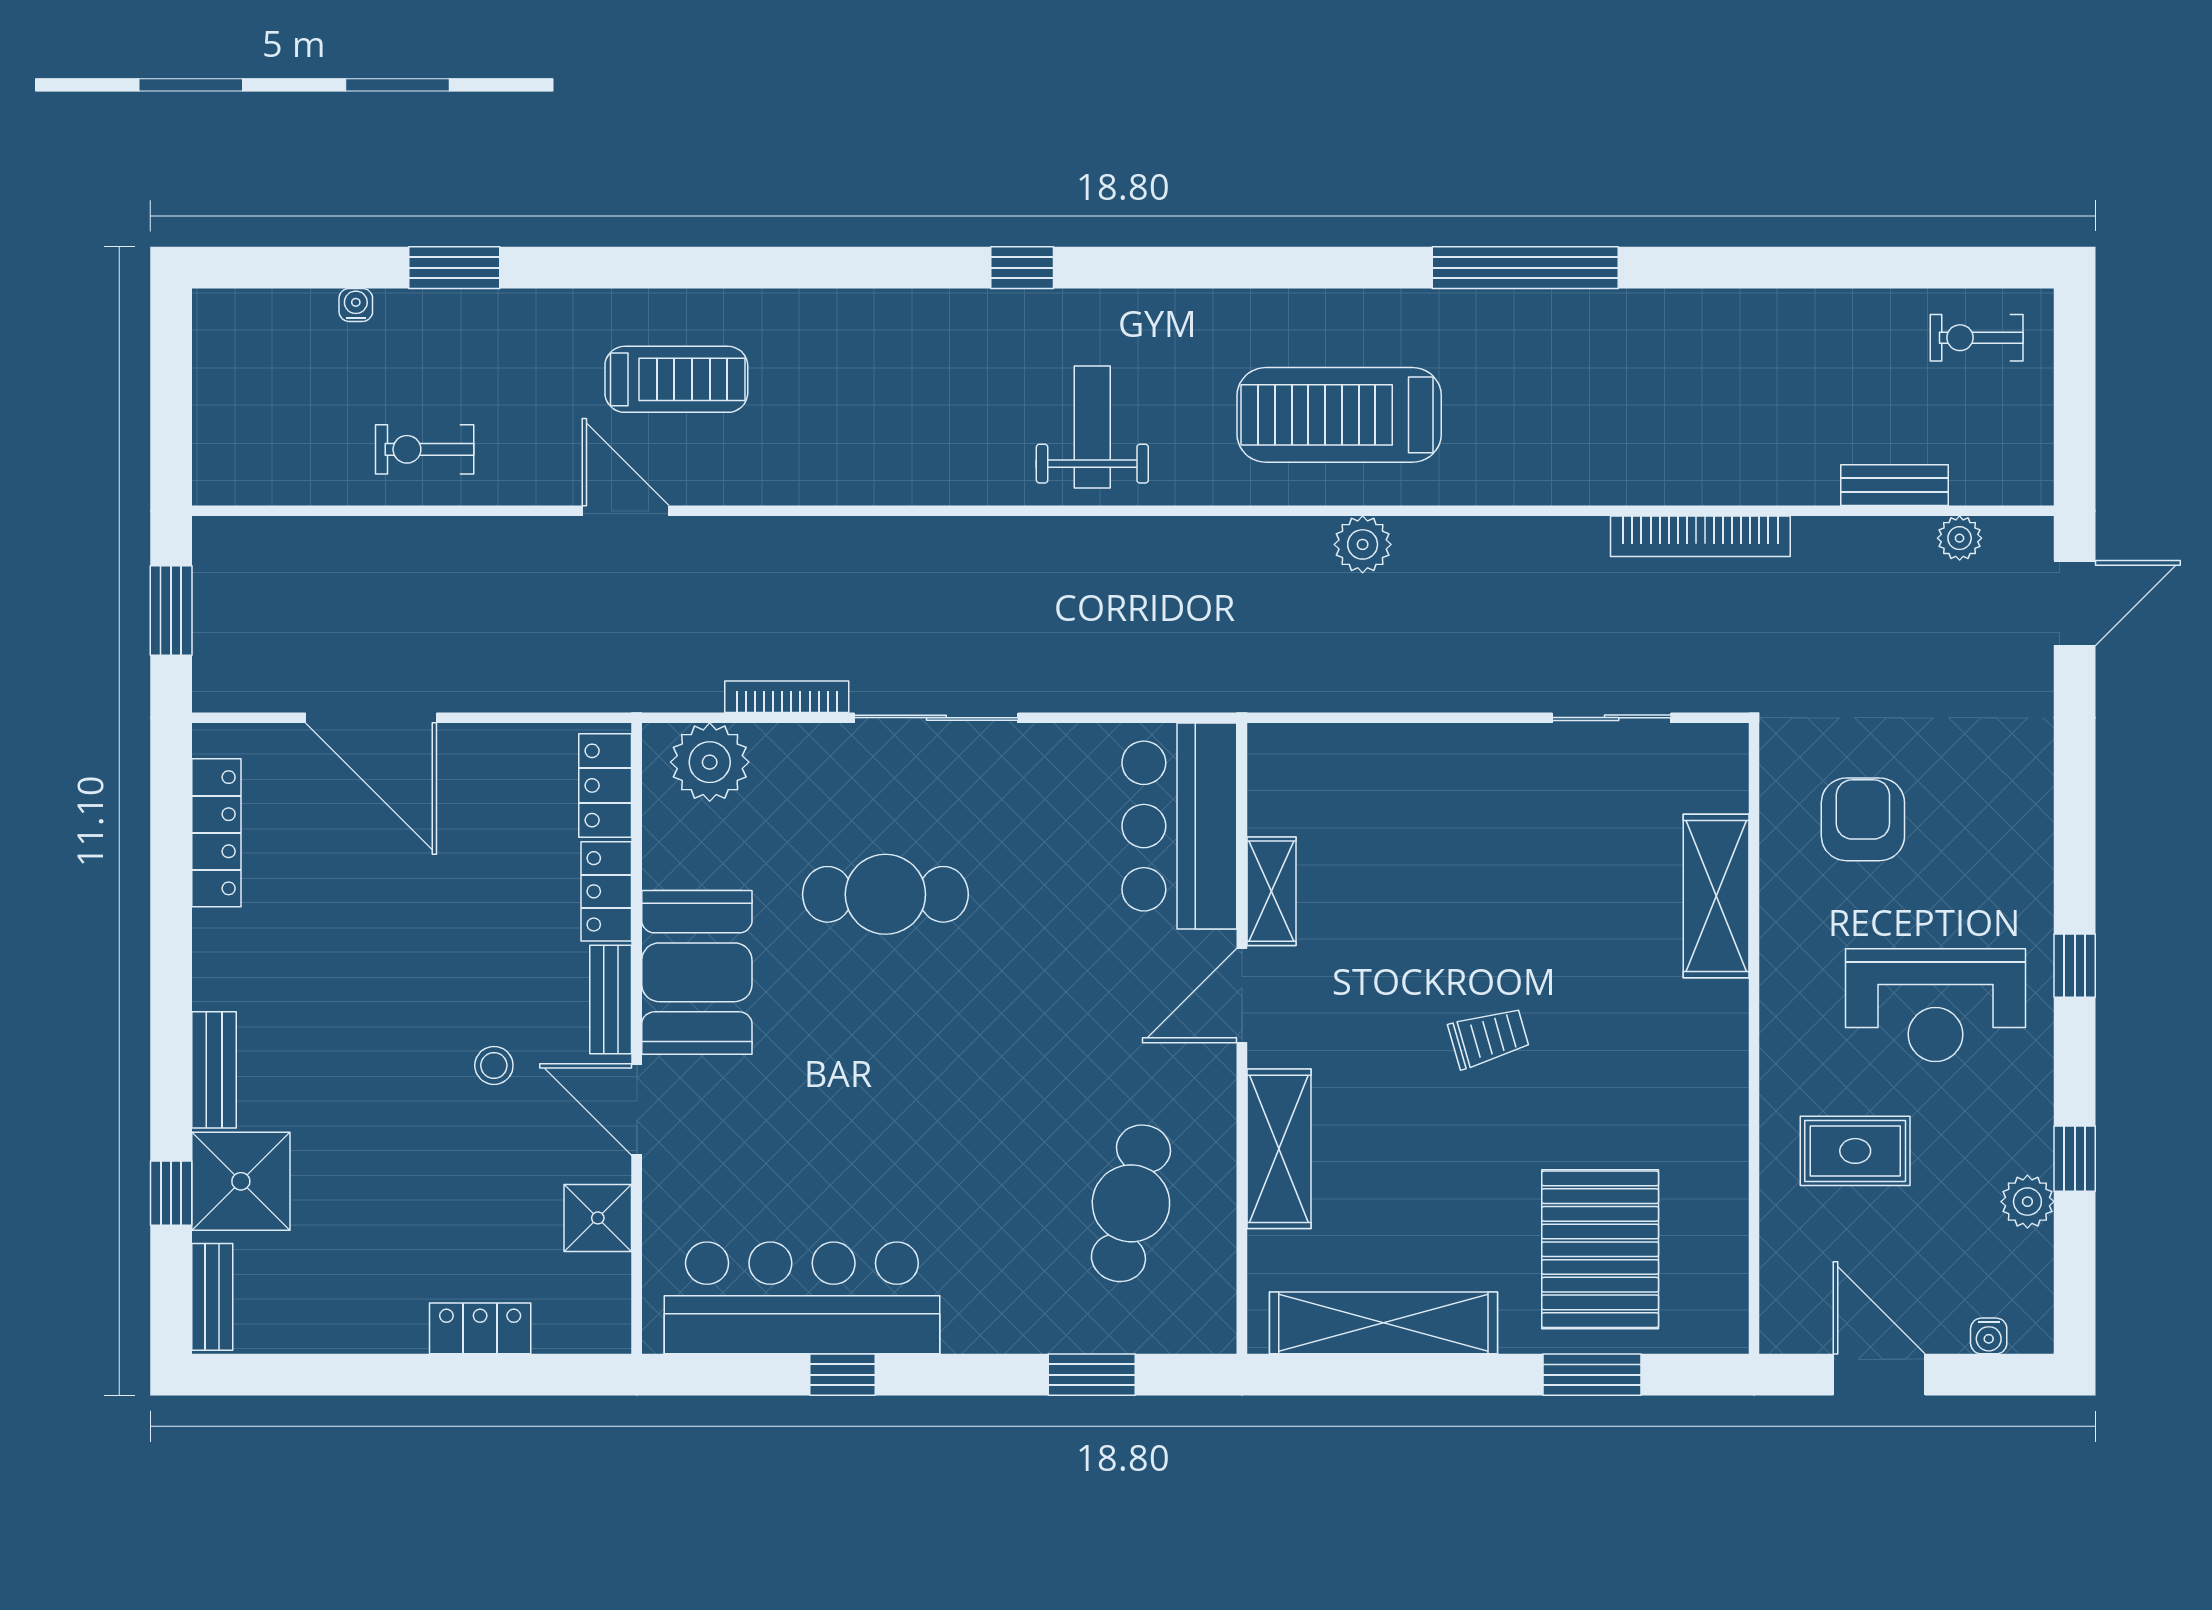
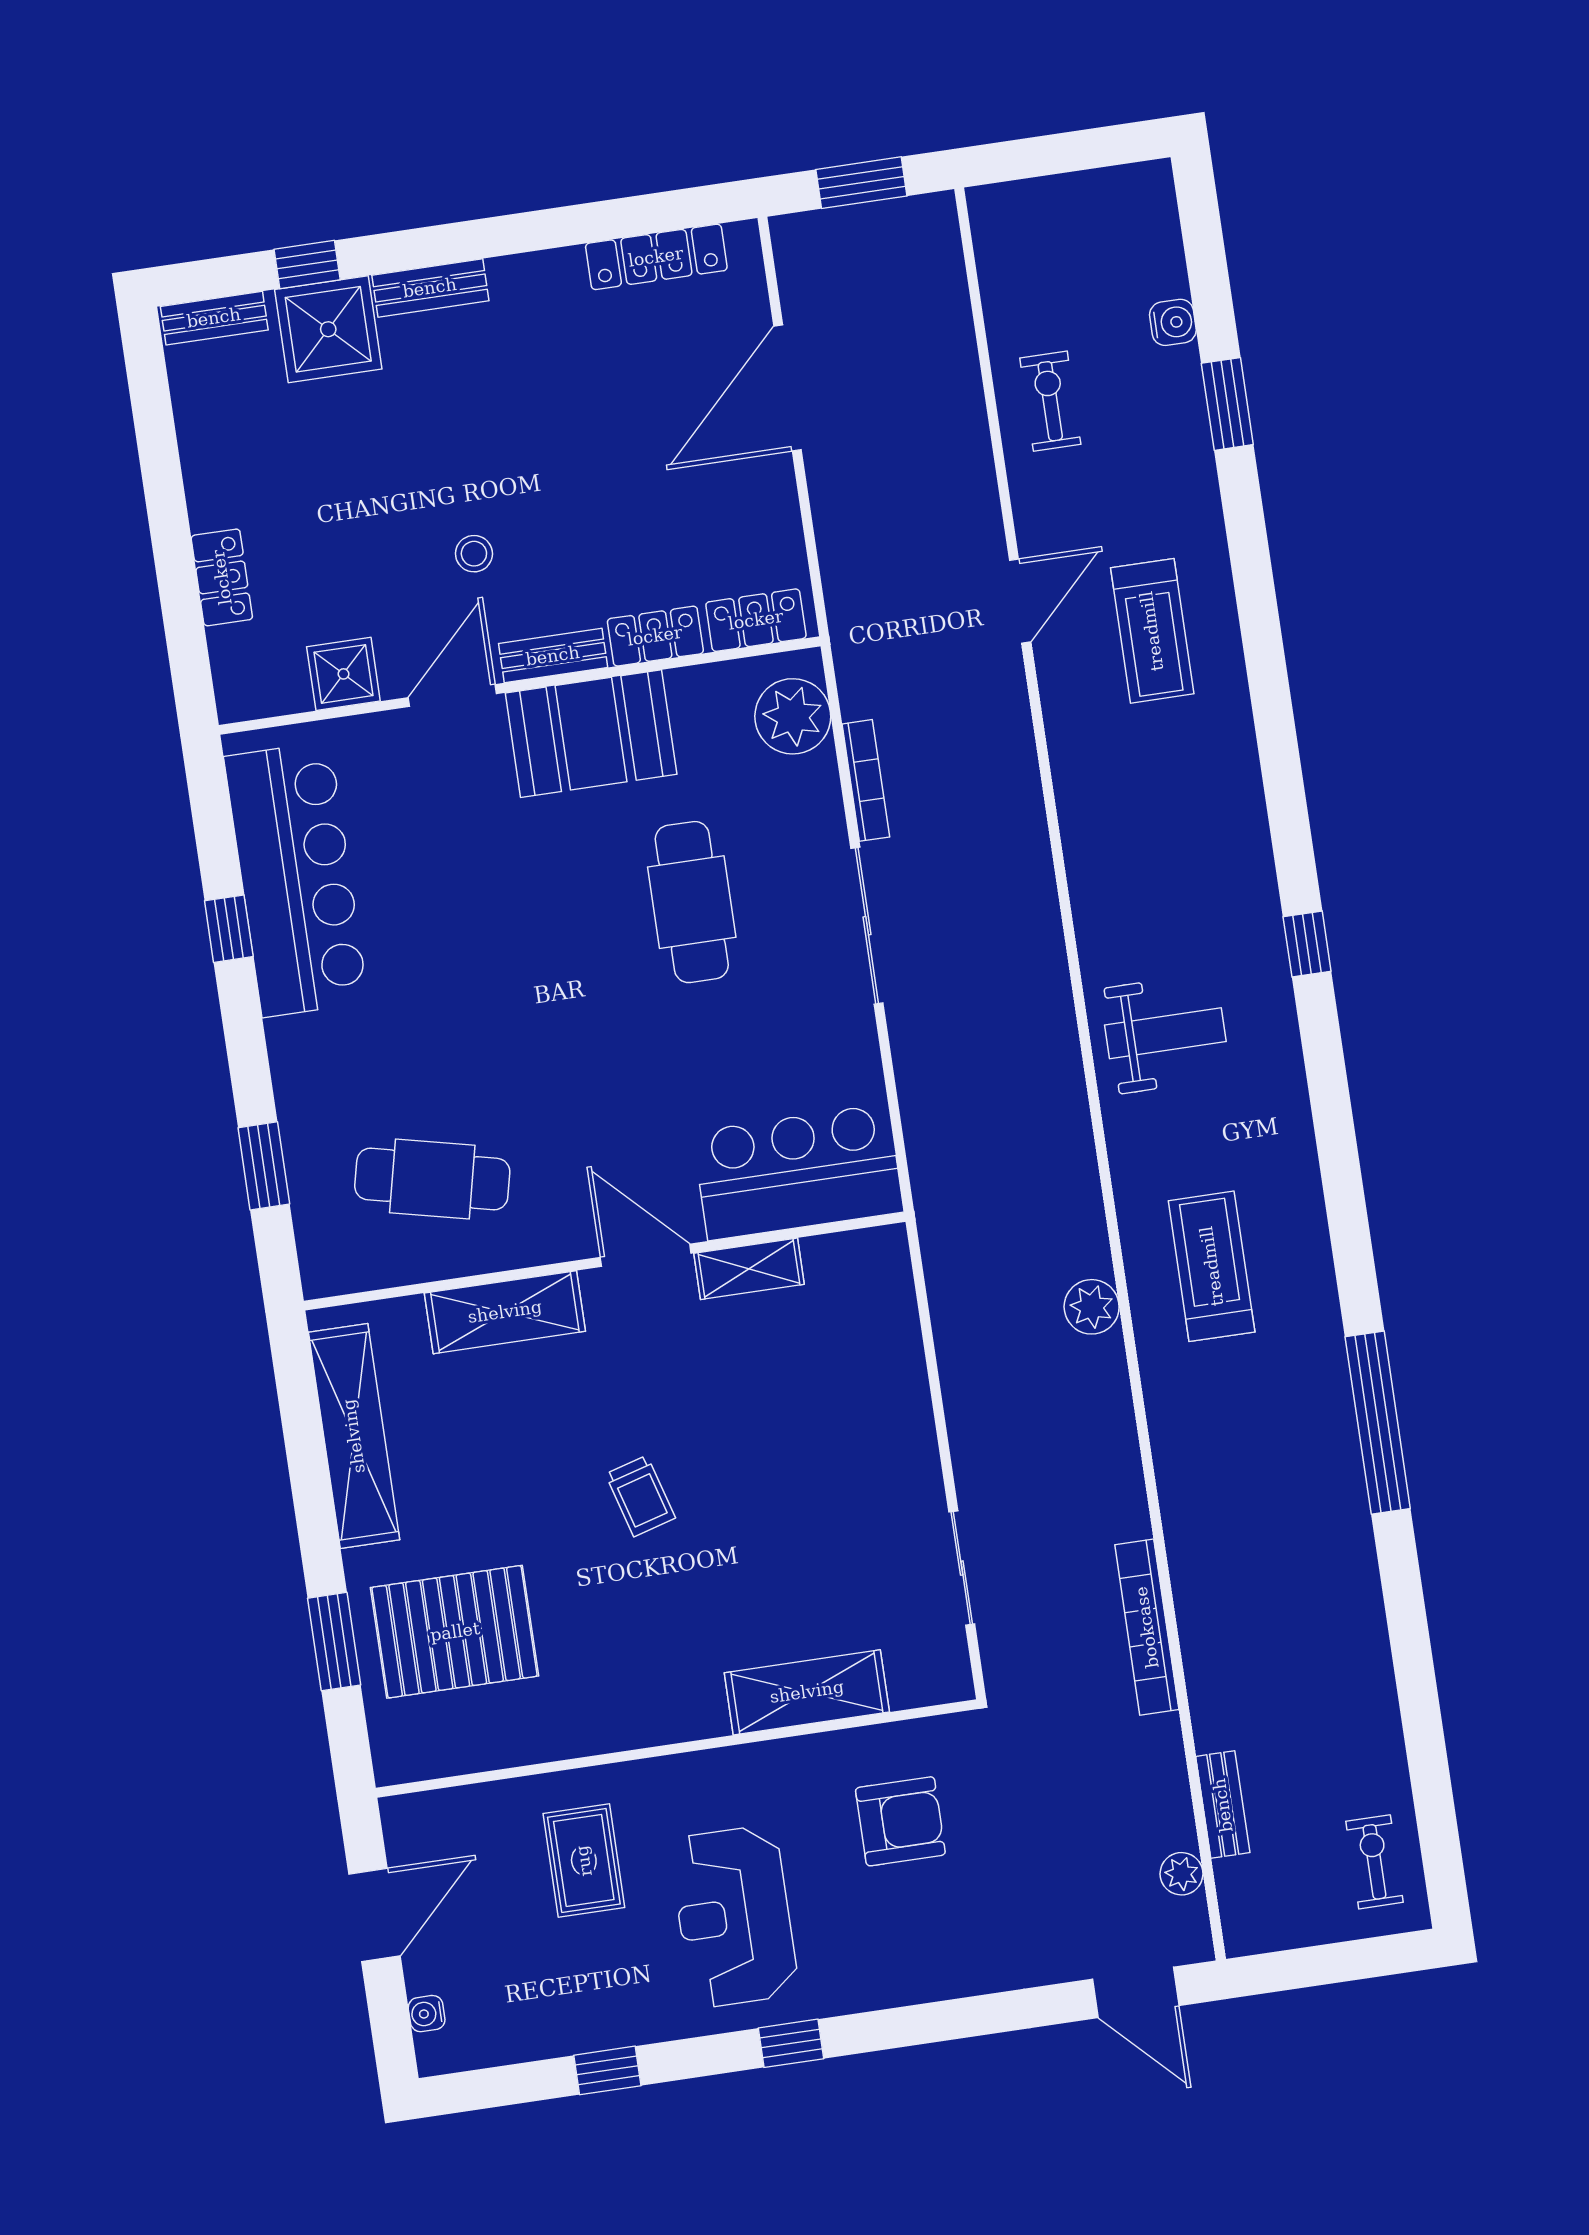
water cooler: (356, 305) -> (1173, 322), width x1.38, depth x1.38
treadmill: (1339, 415) -> (1212, 1266), width x0.73, depth x0.73
plant: (2027, 1202) -> (560, 2032), removed

